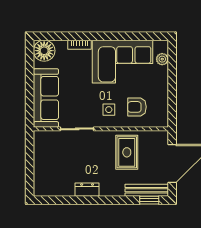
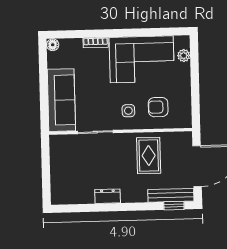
floor lamp: (44, 51) -> (53, 45), width x0.53, depth x0.53

